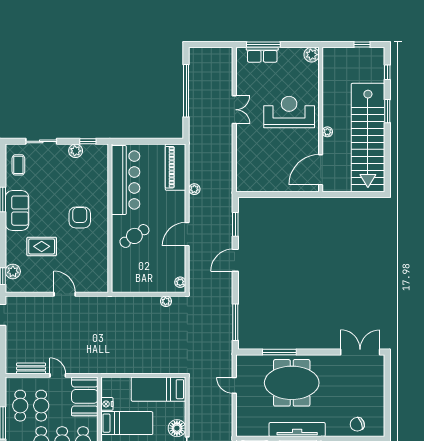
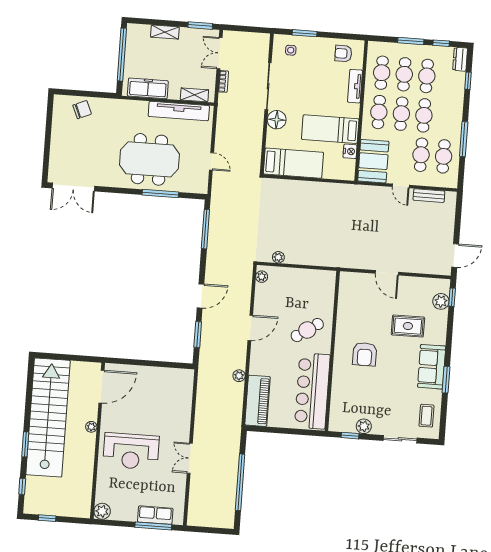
tv unit: (297, 430) -> (179, 111), moved

